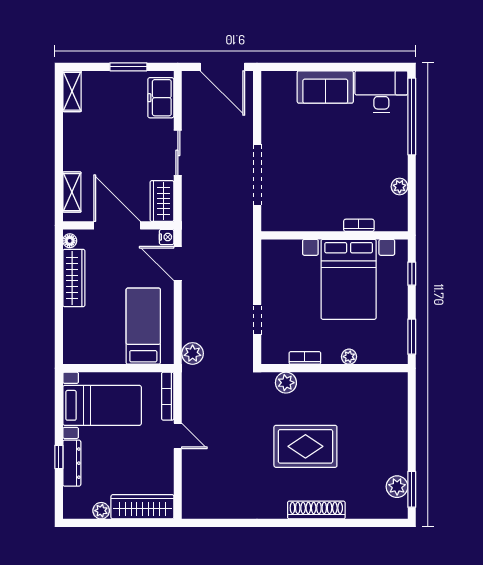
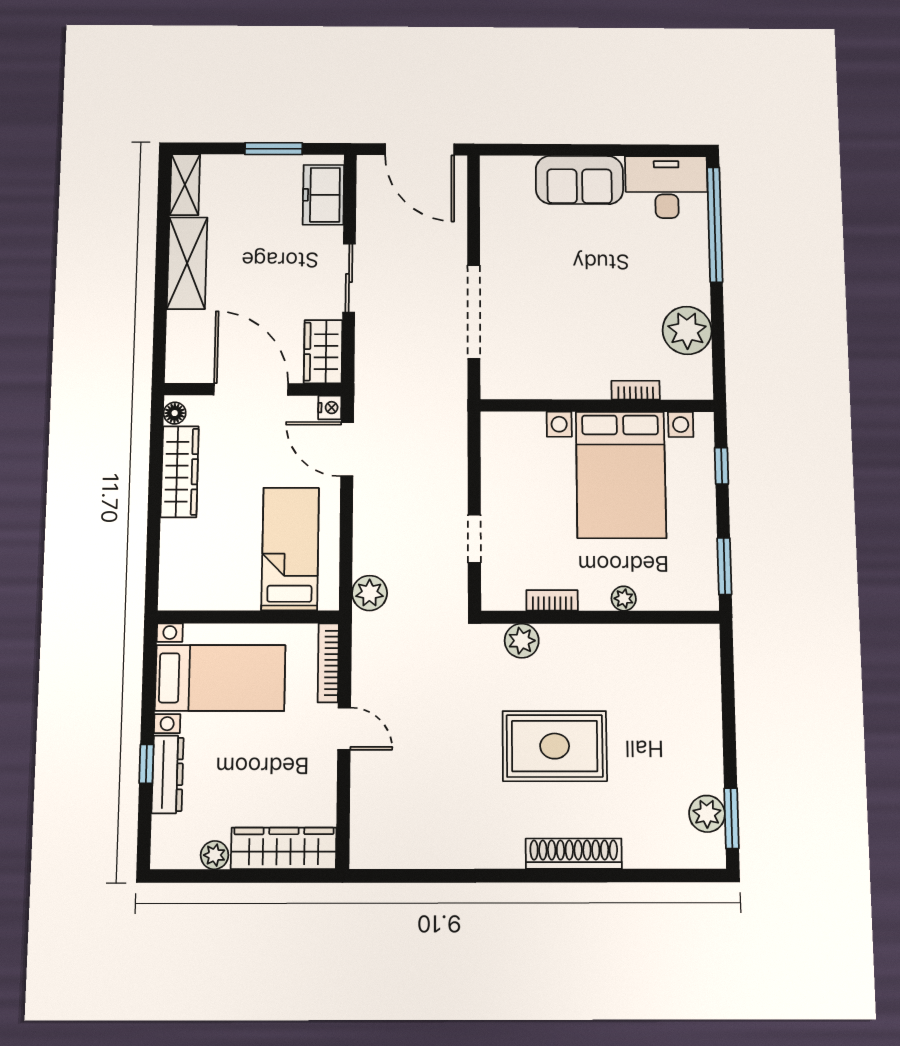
plant: (400, 187) -> (687, 330), width x1.88, depth x1.88
shelving: (72, 192) -> (187, 263), moved, width x1.50, depth x1.33

